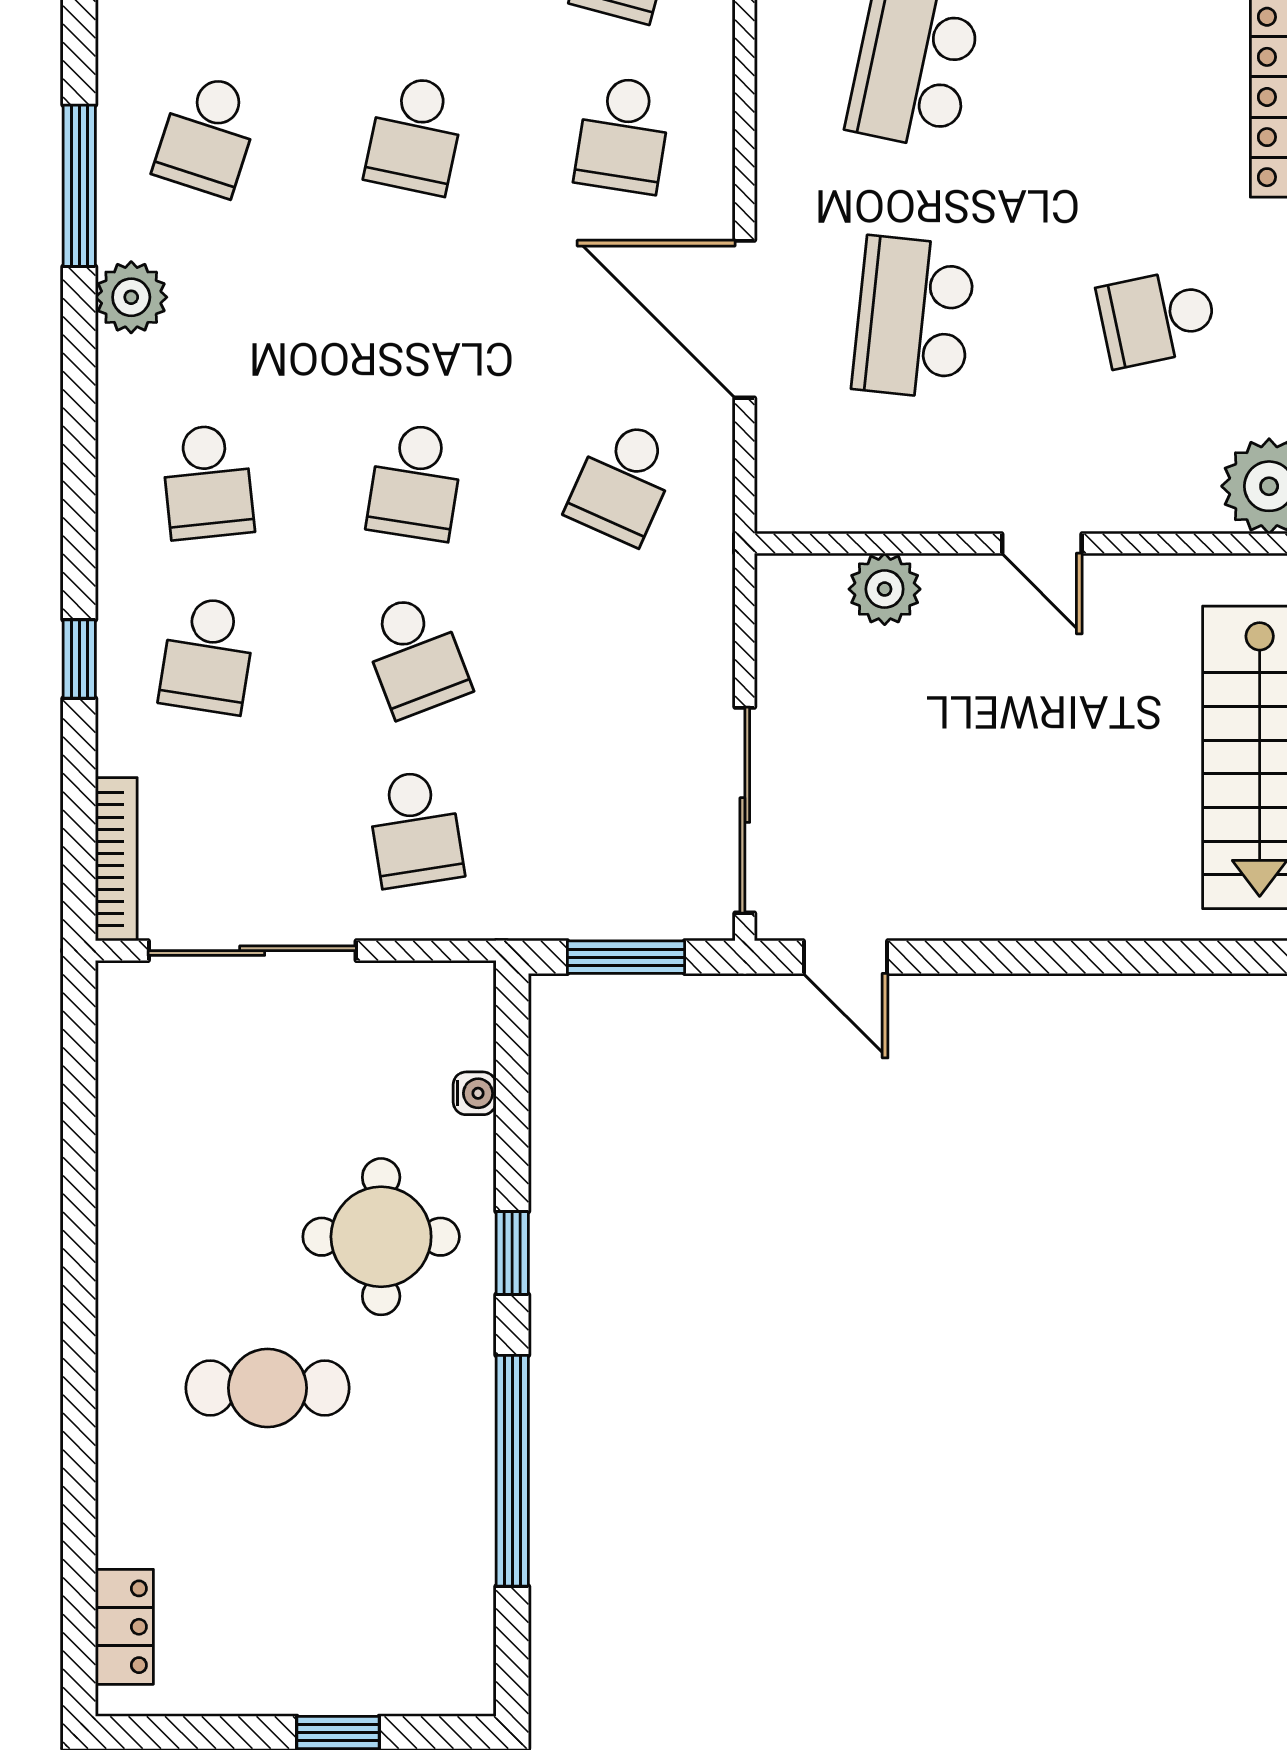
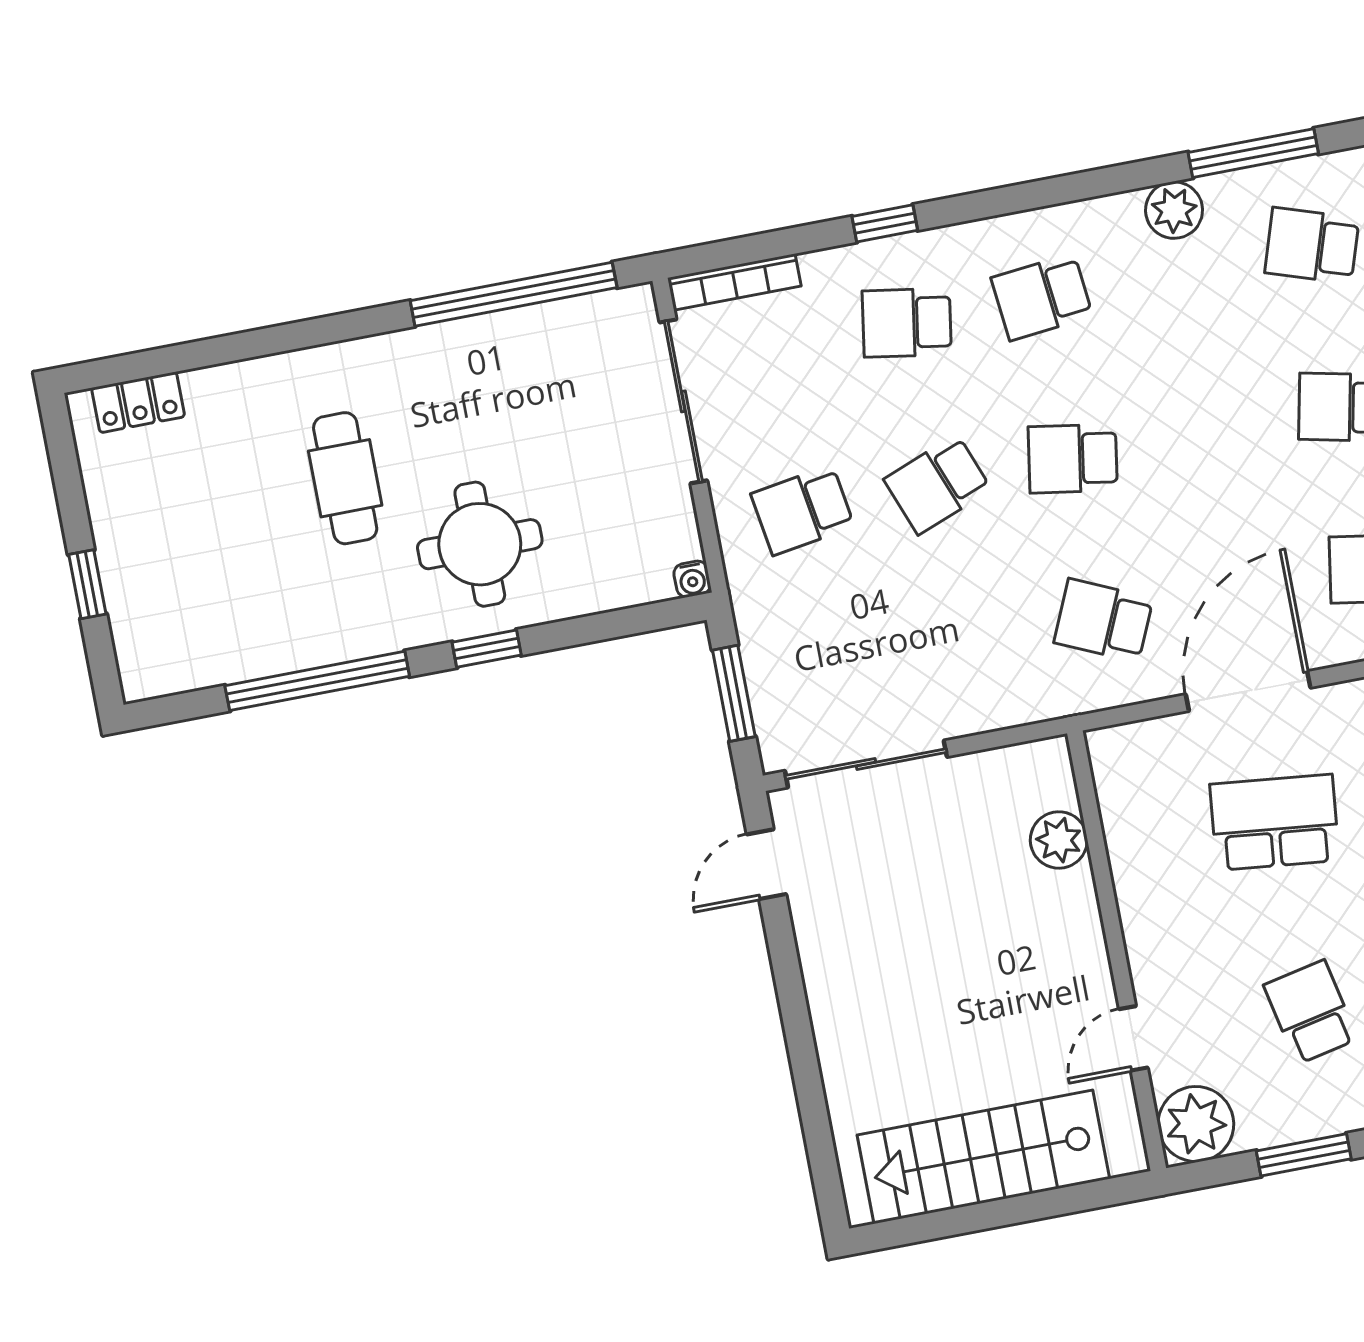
door: (1042, 544) -> (1133, 1038), moved
water cooler: (475, 1093) -> (692, 579), moved
window: (79, 1136) -> (514, 294), added

